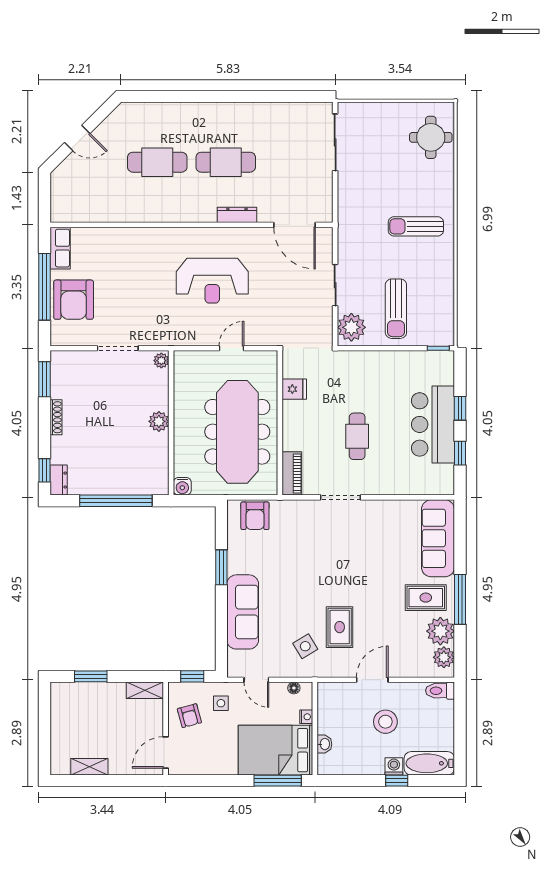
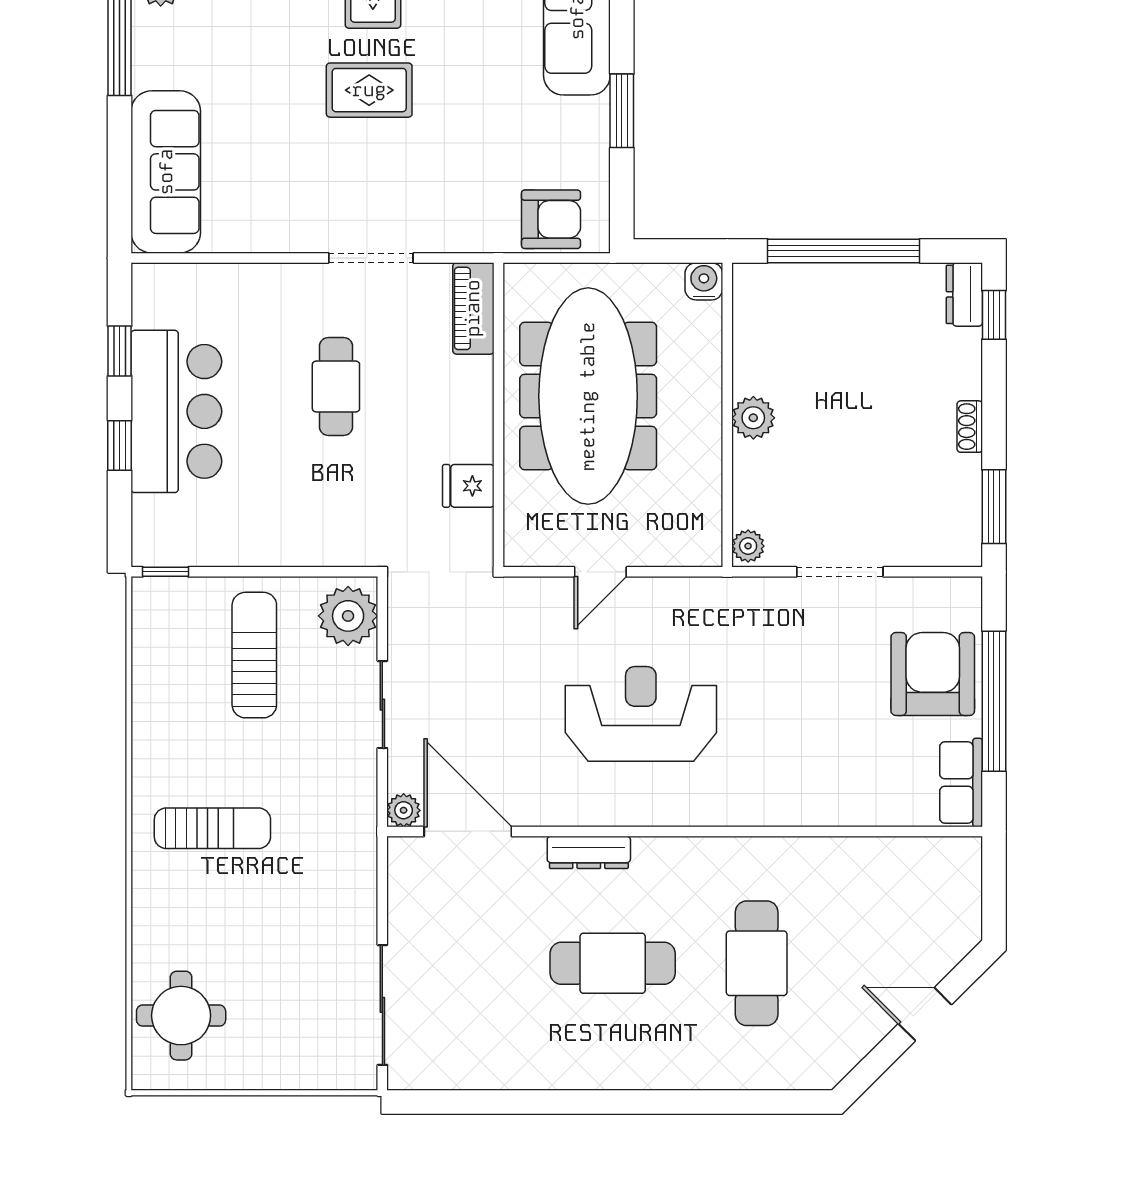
cafe table: (157, 162) -> (757, 963), turned 90
plant: (325, 235) -> (404, 810), added
shoe rack: (56, 417) -> (970, 427), width x0.70
armchair: (255, 516) -> (551, 219), turned 90
rug: (426, 598) -> (369, 90), moved

